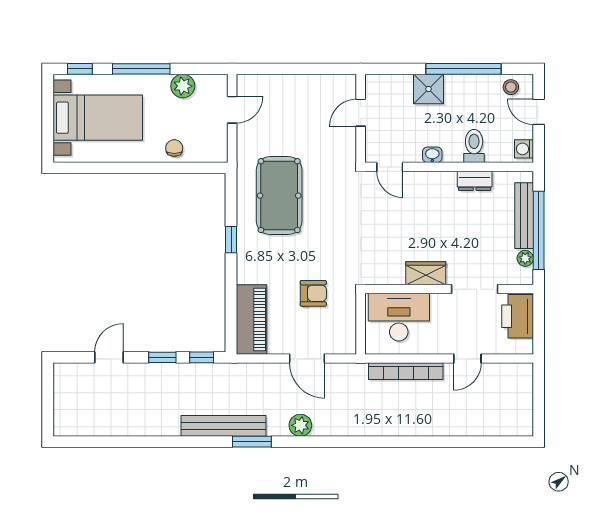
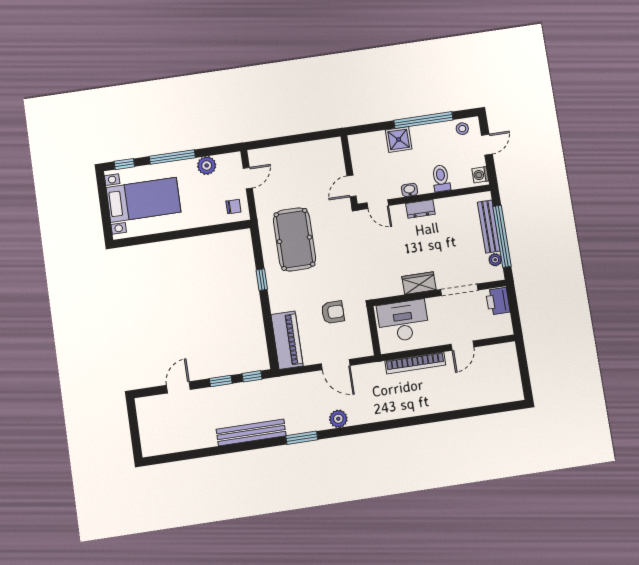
door: (539, 112) -> (487, 145), swing flipped
door: (361, 113) -> (352, 186), moved
chair: (174, 148) -> (233, 207), moved, turned 90
dresser: (475, 181) -> (420, 209), moved
printer: (518, 316) -> (498, 301), width x0.73, depth x0.84
bench: (223, 426) -> (251, 432), moved

